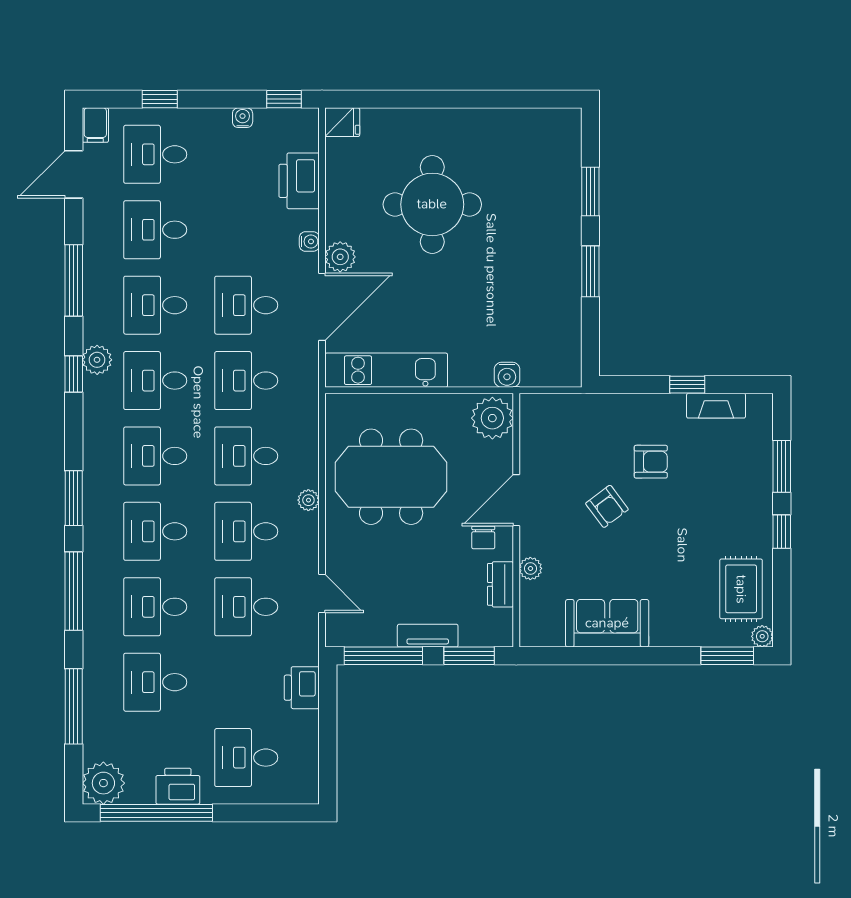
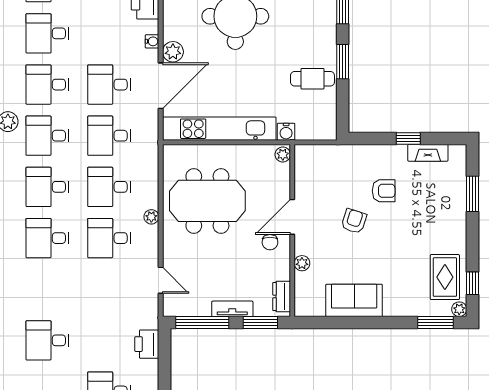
cafe table: (546, 297) -> (312, 79), added
kitchen unit: (386, 370) -> (219, 129), width x1.36
plant: (492, 418) -> (283, 155), width x0.53, depth x0.53
armchair: (607, 506) -> (354, 221), turned -125
window: (782, 532) -> (472, 283), moved
dresser: (501, 584) -> (282, 296), moved
desk: (155, 607) -> (47, 289), removed
desk: (246, 607) -> (109, 289), removed

